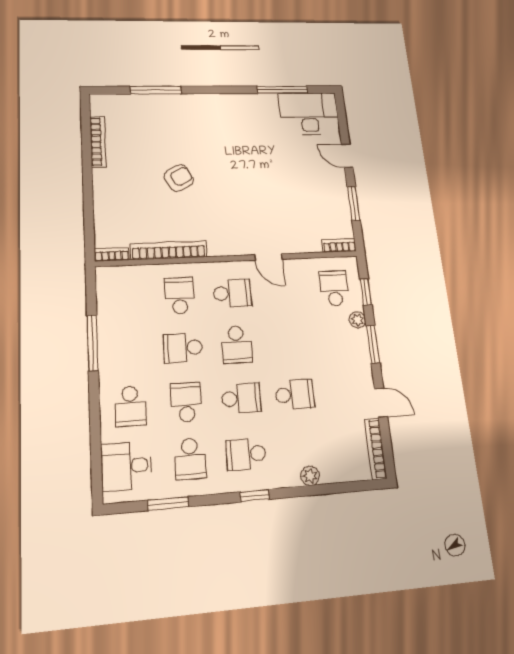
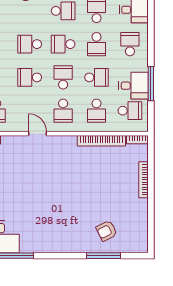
bookcase: (98, 142) -> (143, 180), moved
armchair: (179, 178) -> (107, 231), moved
school desk: (232, 293) -> (63, 111), turned -90
school desk: (126, 298) -> (130, 111), added
desk: (121, 338) -> (133, 86), added
school desk: (289, 342) -> (30, 77), added

